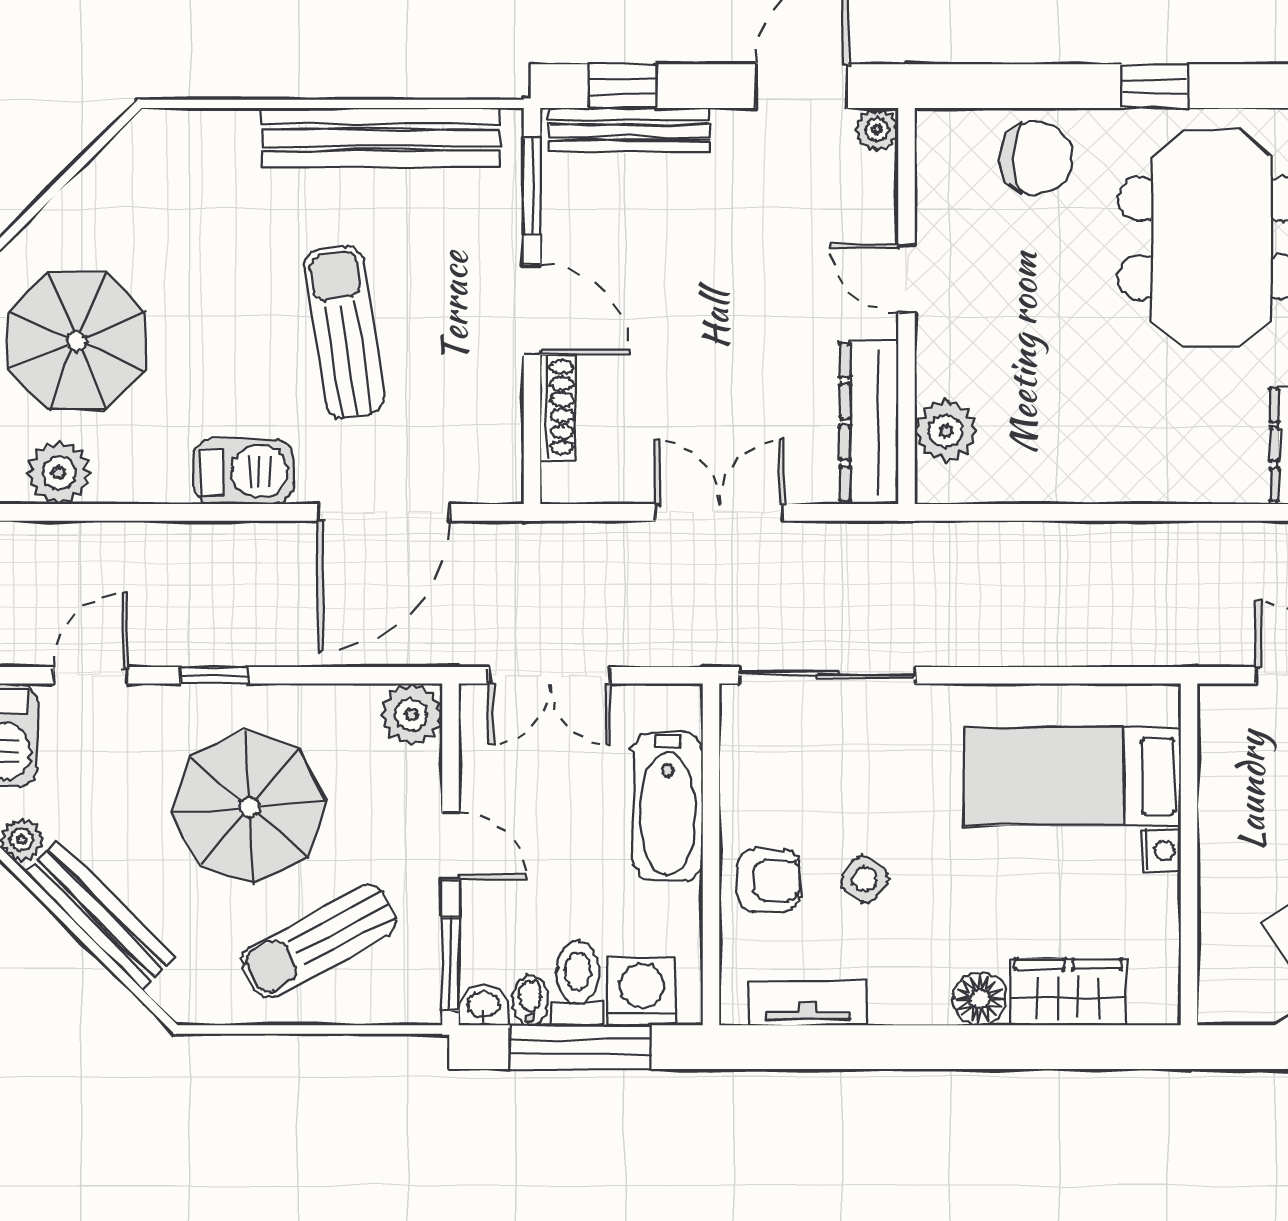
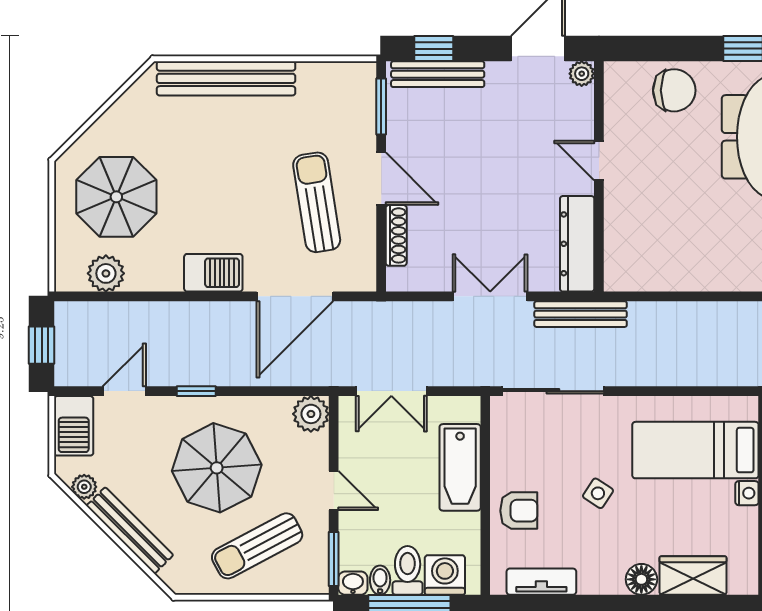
bench: (380, 137) -> (226, 78), moved
sun lounger: (344, 332) -> (317, 202), moved
plant: (946, 431) -> (622, 249), removed
bench: (875, 543) -> (581, 314), added
side table: (865, 879) -> (598, 493), moved

